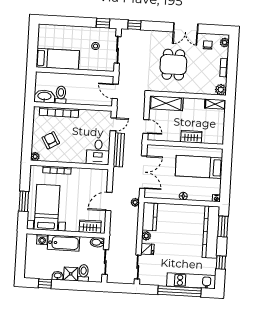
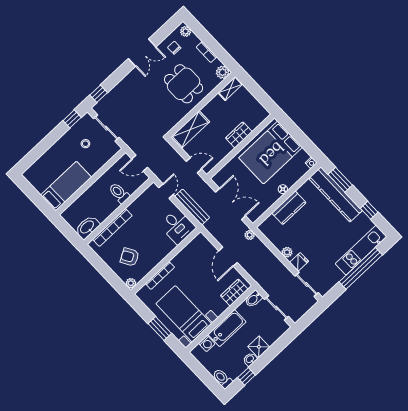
dining table: (173, 65) -> (184, 84), moved
toilet: (61, 95) -> (119, 193), moved
bed: (199, 167) -> (271, 153), width x1.50
kitchen counter: (150, 217) -> (289, 208), moved, turned 90
toilet: (83, 273) -> (222, 379), moved

